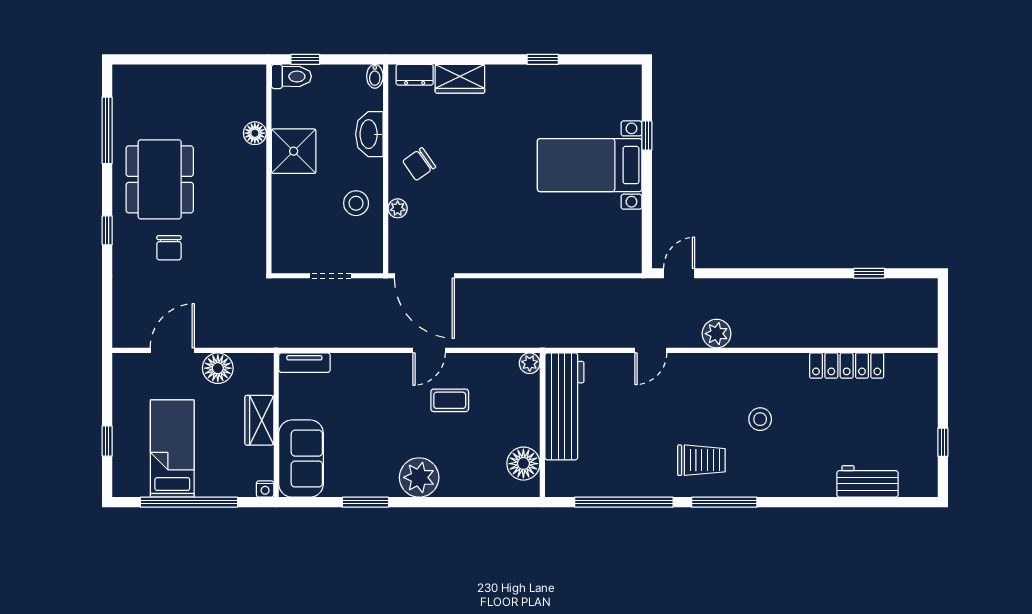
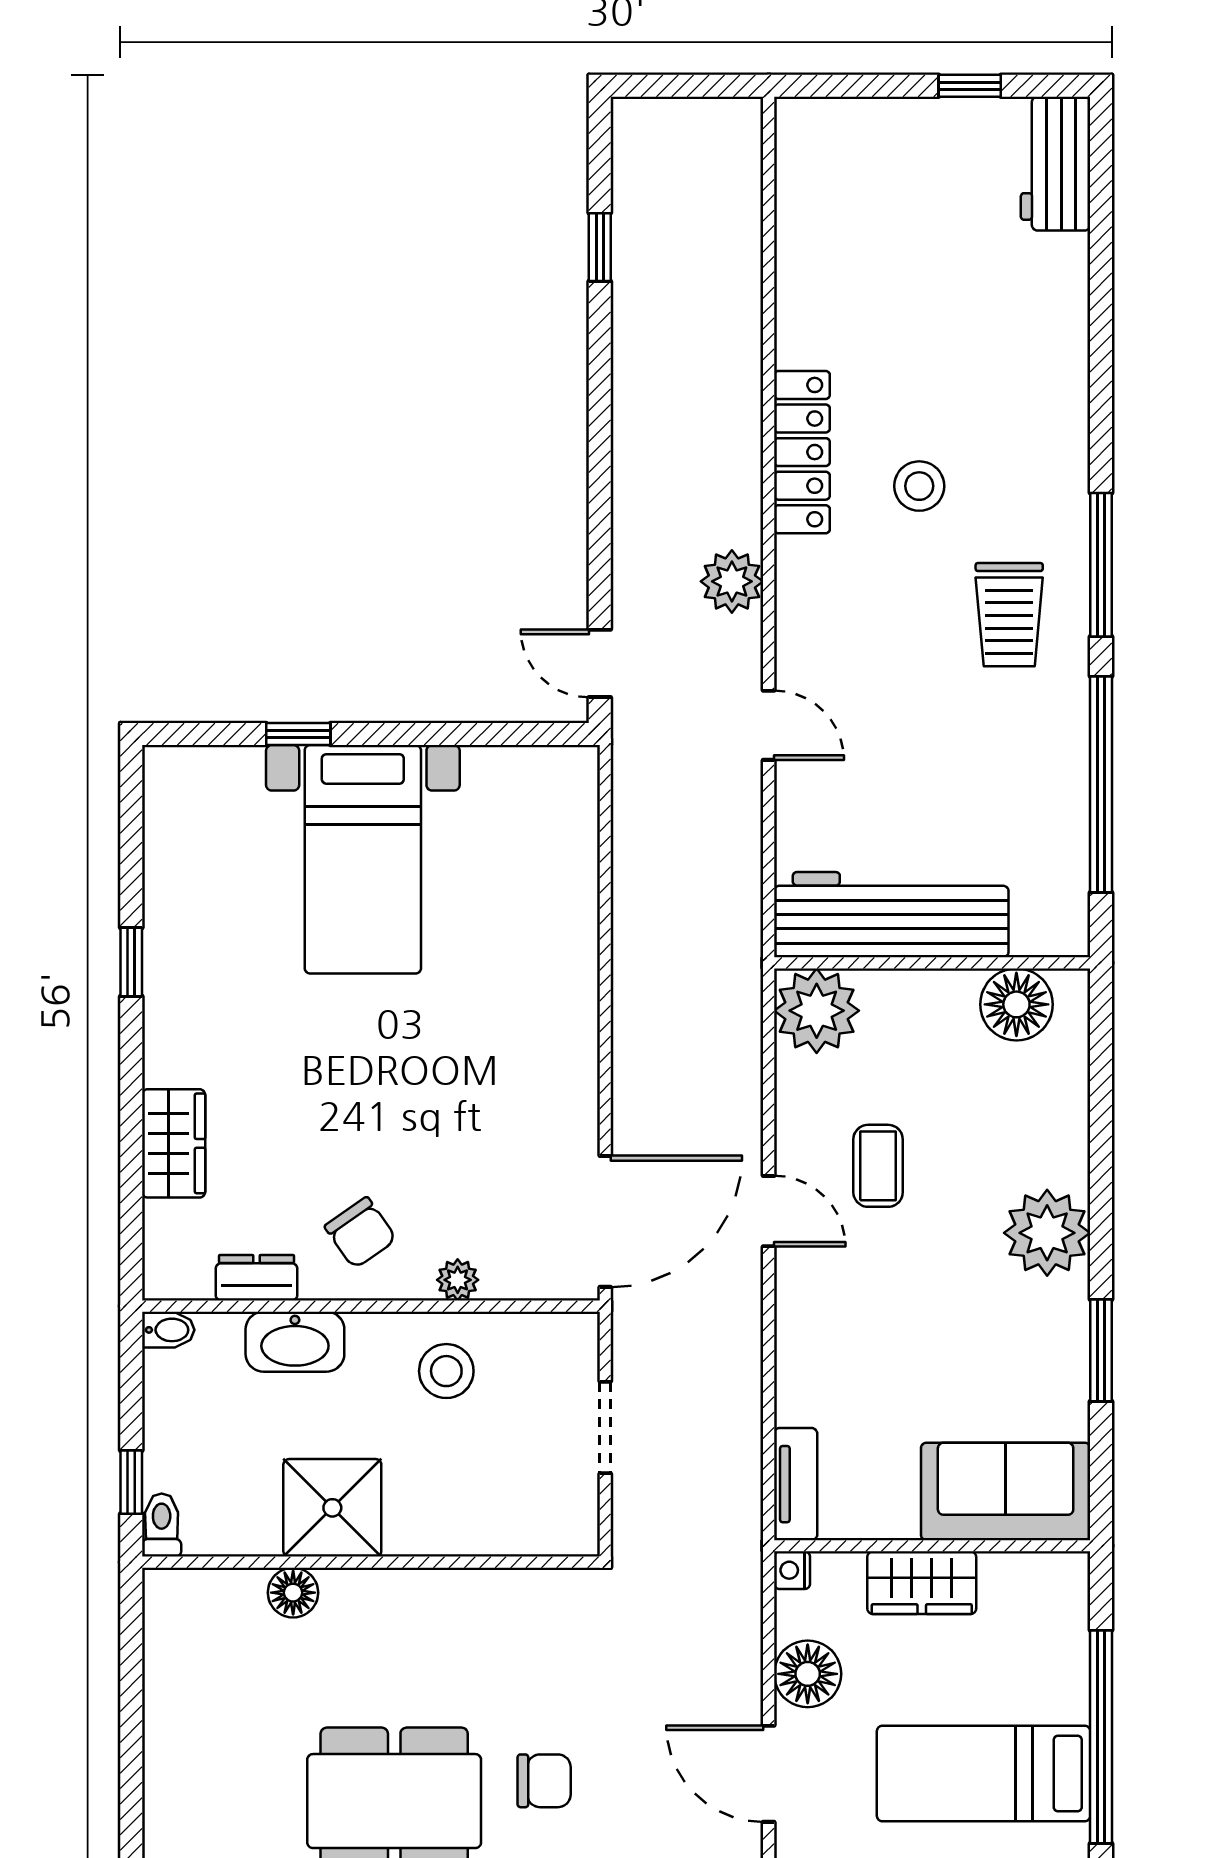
dresser: (415, 75) -> (256, 1278), moved, turned -90
toilet: (291, 76) -> (162, 1525), width x0.73, depth x0.72
plant: (530, 363) -> (817, 1011), width x1.88, depth x1.88
locker: (847, 366) -> (802, 452), moved
trolley: (701, 460) -> (1009, 615), turned 180
workbench: (868, 481) -> (1056, 164), moved
nightstand: (265, 489) -> (792, 1570), moved, turned 180

